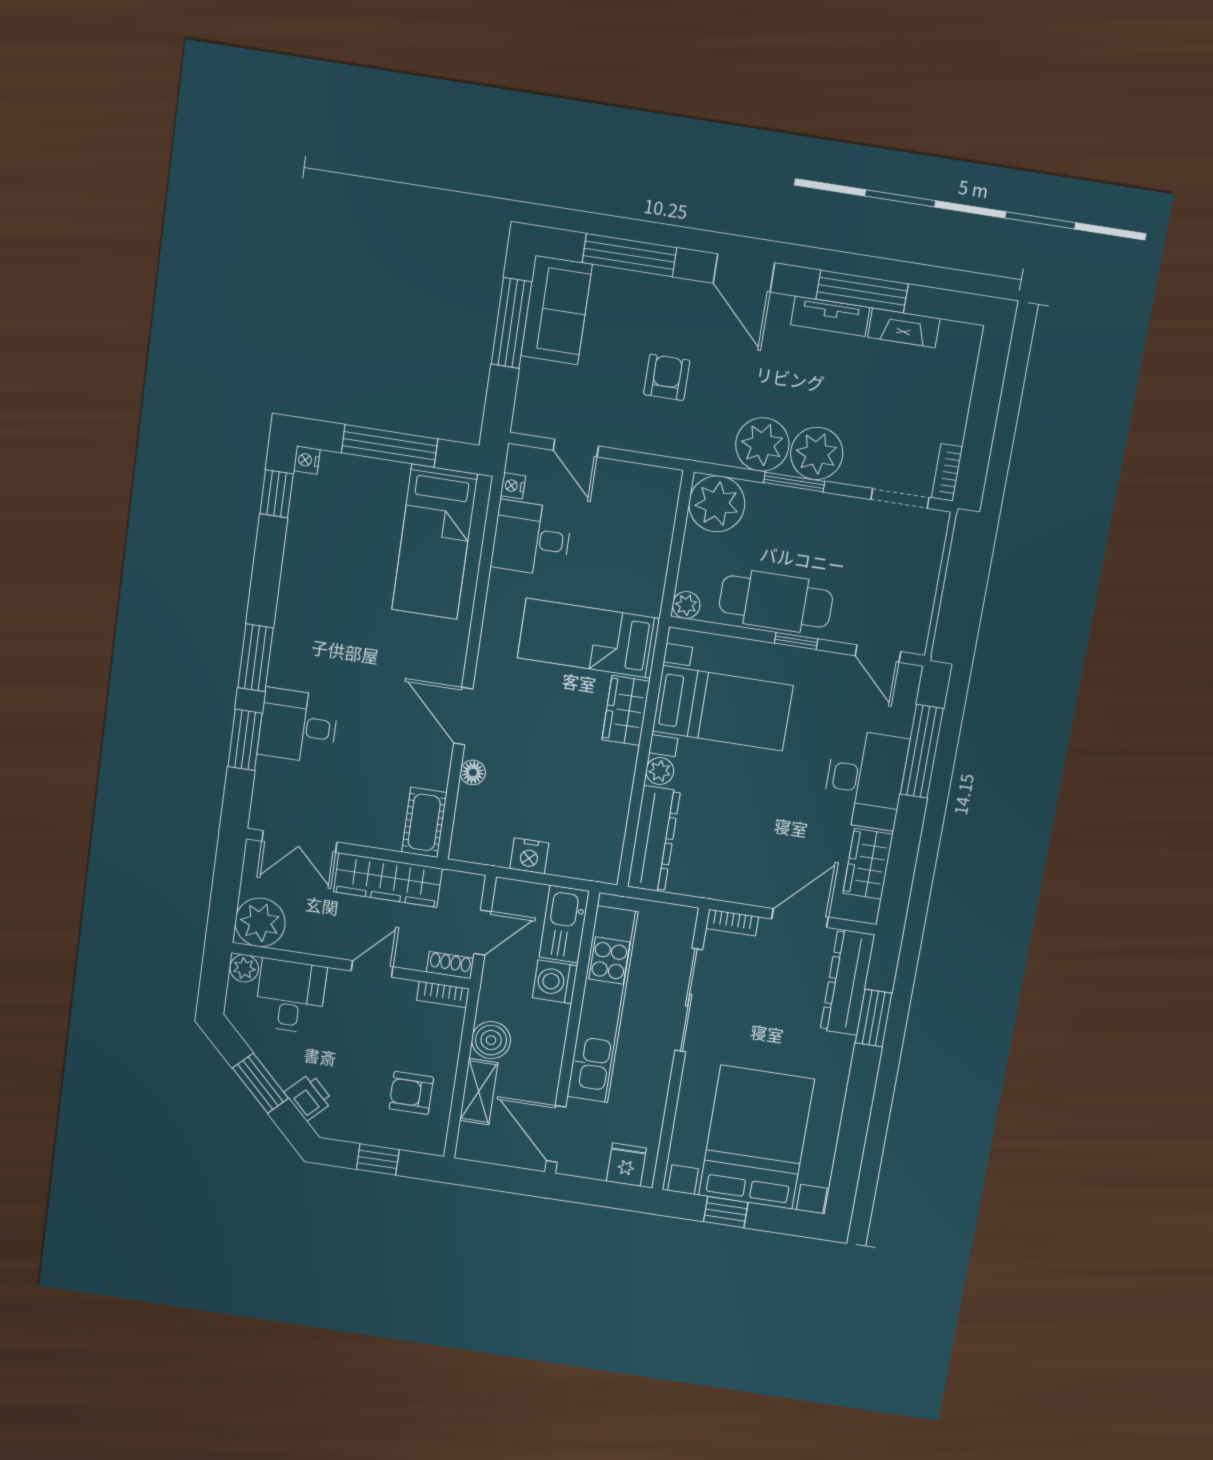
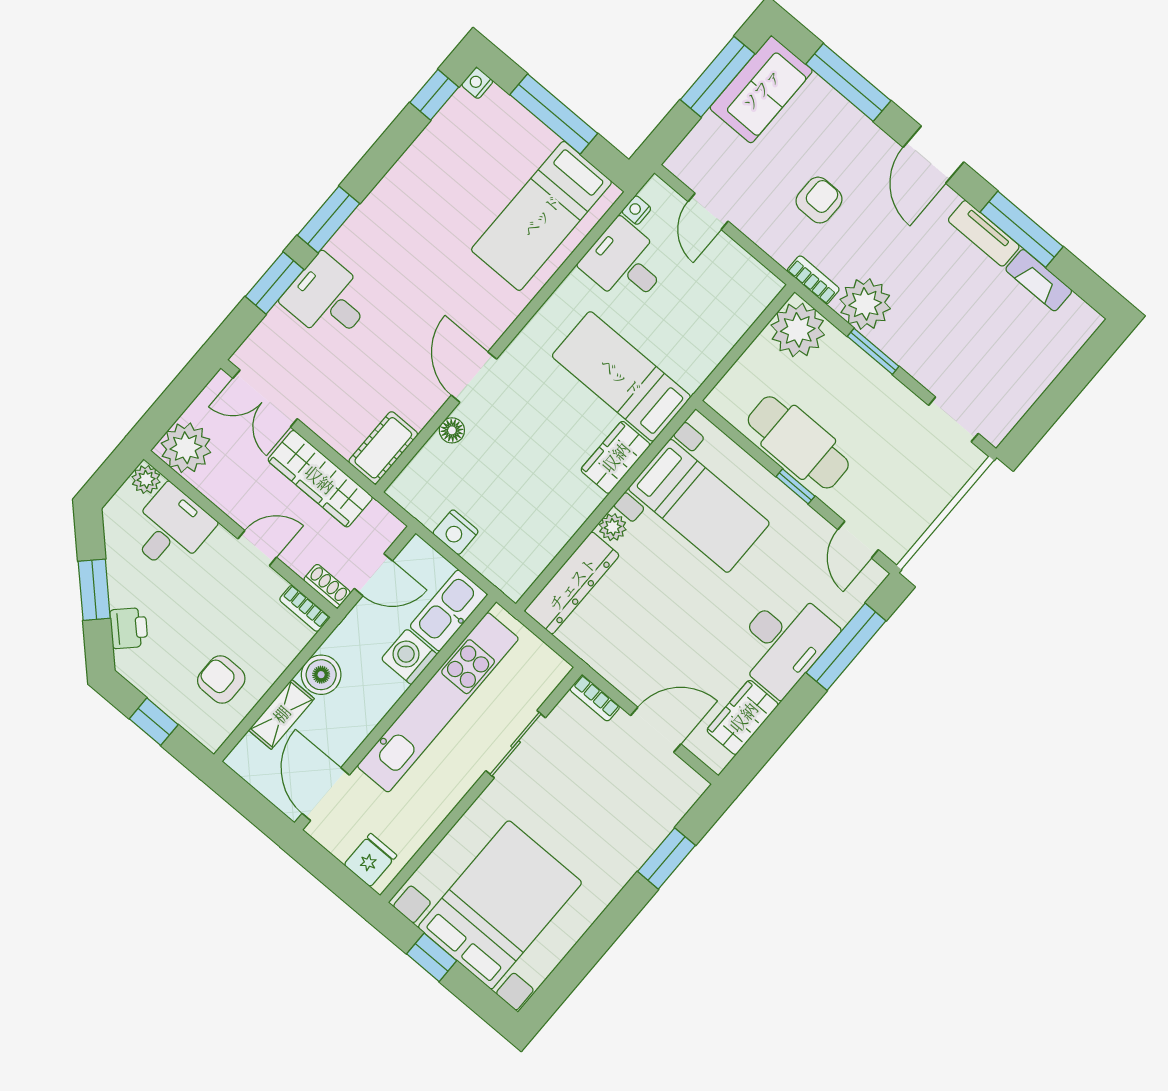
plant: (817, 453) -> (906, 339), removed
bookcase: (947, 472) -> (813, 280), moved, turned 90
plant: (686, 605) -> (721, 399), removed
dresser: (847, 982) -> (663, 812), removed
sliding door: (689, 1000) -> (516, 744), width x0.73

